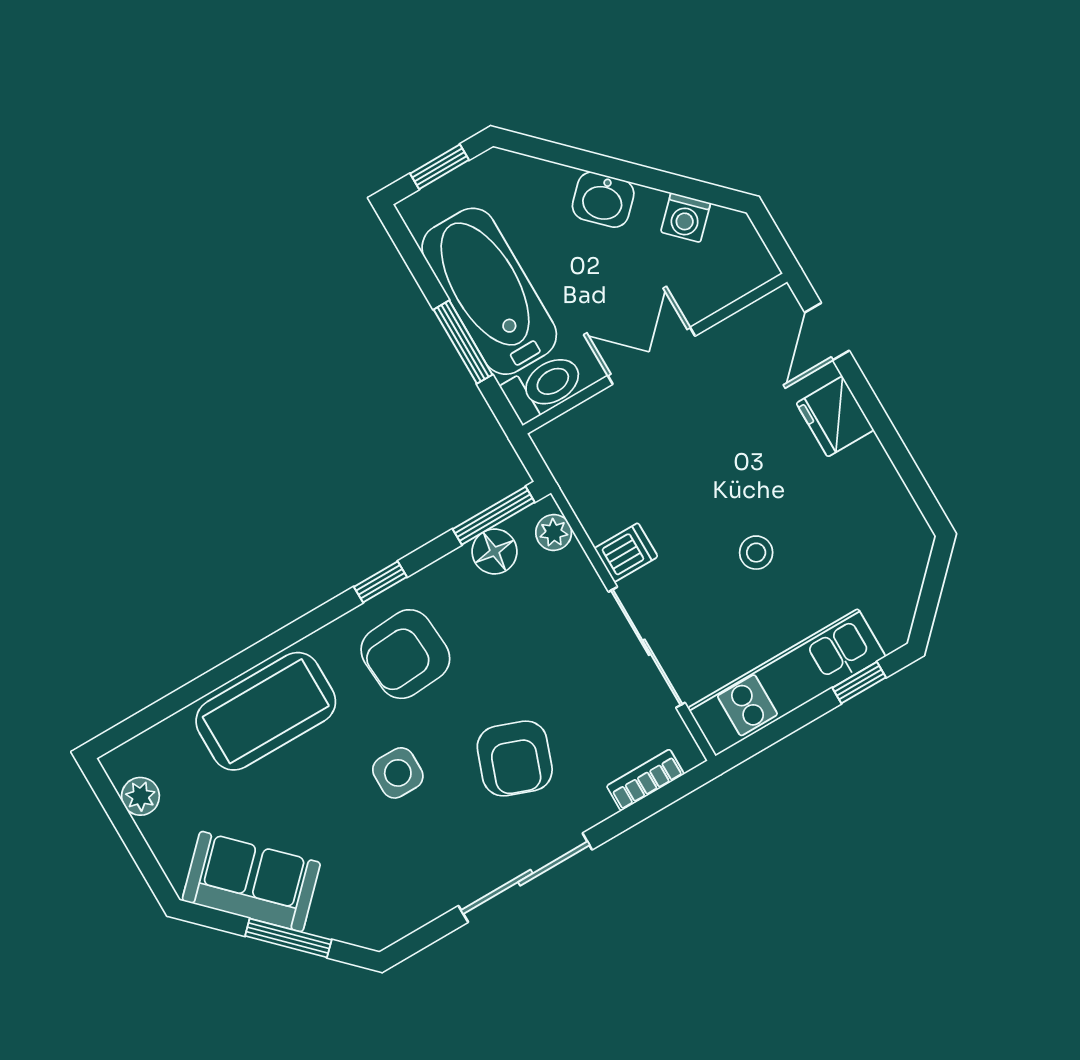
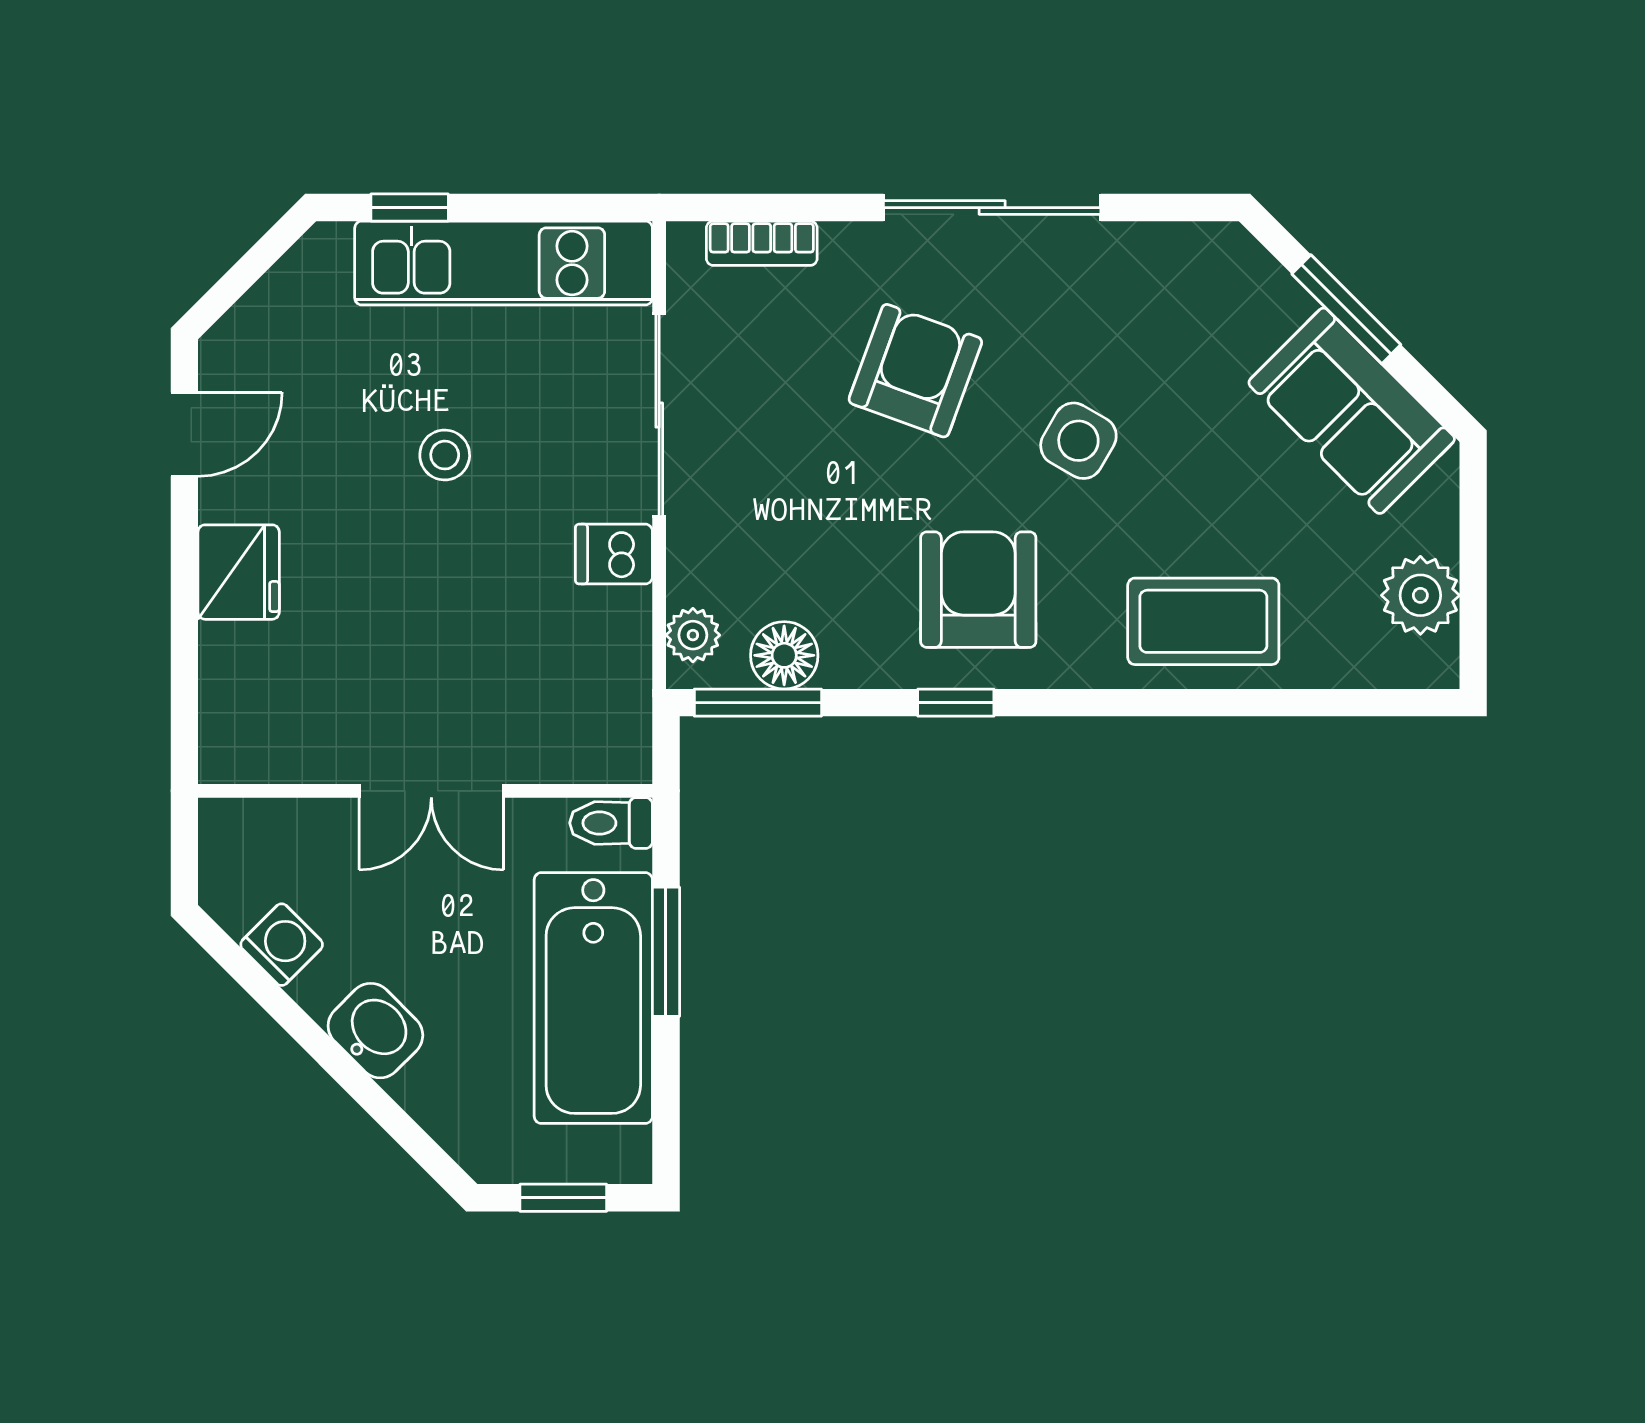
door: (827, 332) -> (184, 434), moved
toilet: (544, 387) -> (611, 823), width x0.73, depth x0.72
armchair: (405, 654) -> (978, 590), turned -86
coffee table: (266, 711) -> (1203, 621), width x0.73, depth x0.76
side table: (398, 773) -> (1078, 441), turned 30
plant: (140, 796) -> (1420, 595), width x1.38, depth x1.38

